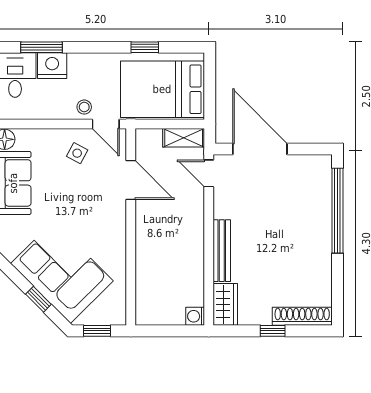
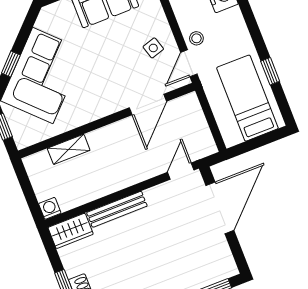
bed: (162, 89) -> (247, 98), width x0.67
shelving: (184, 138) -> (69, 149), moved, turned 90
side table: (77, 153) -> (153, 48), turned 45

